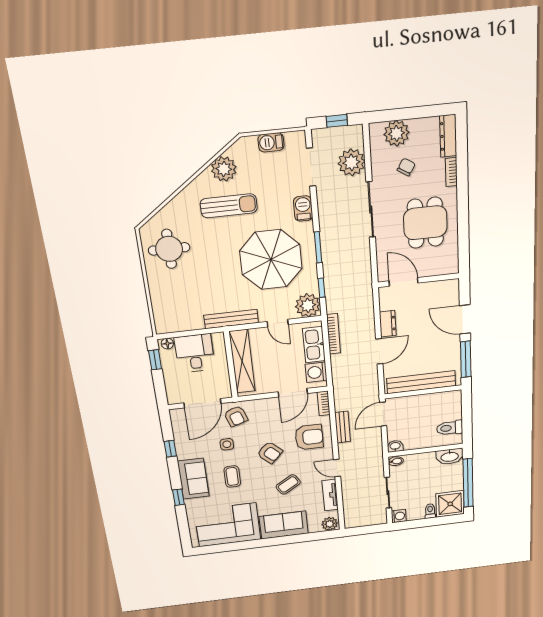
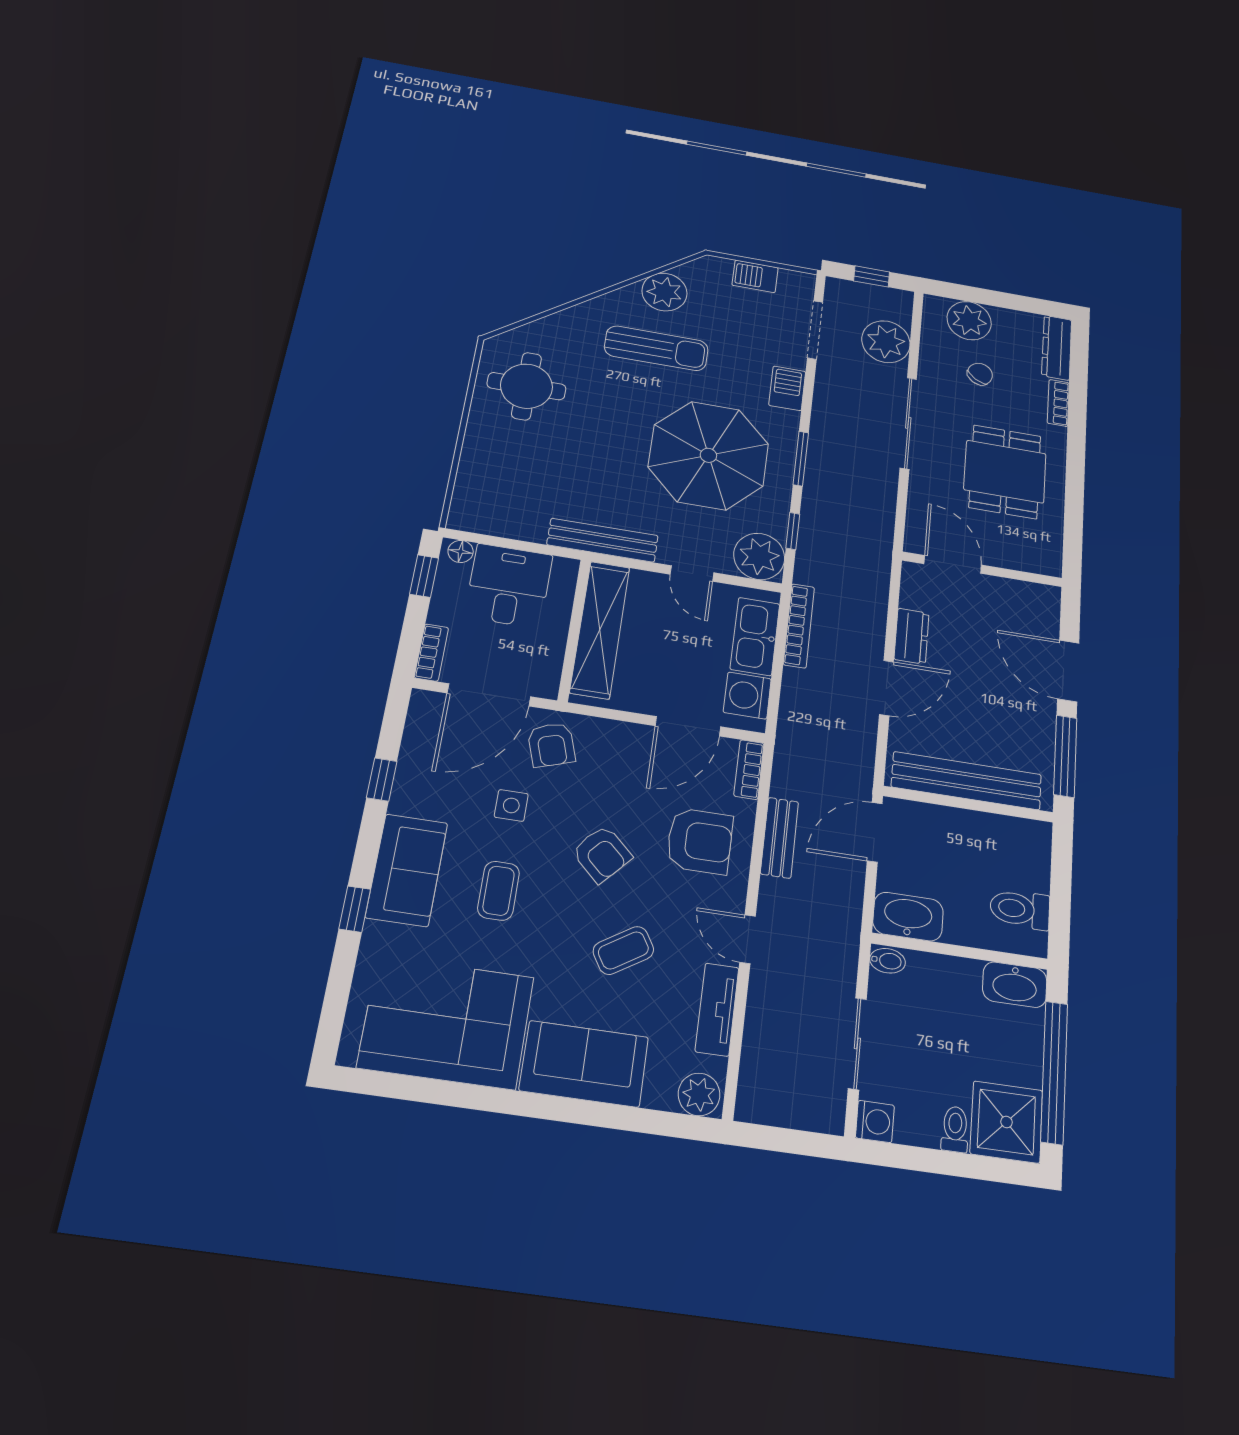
bookcase: (171, 392) -> (431, 653), added
washbasin: (395, 446) -> (908, 917), width x1.91, depth x1.45

